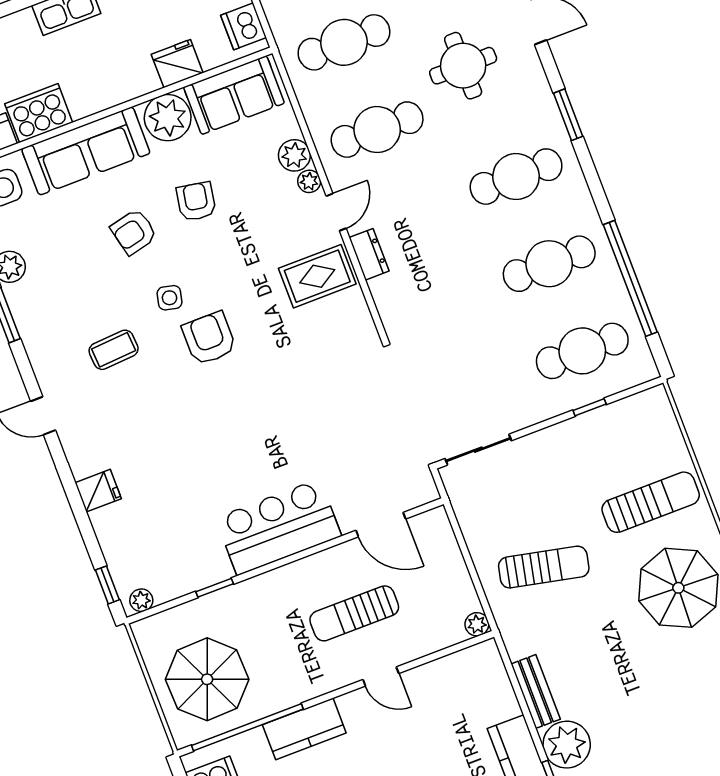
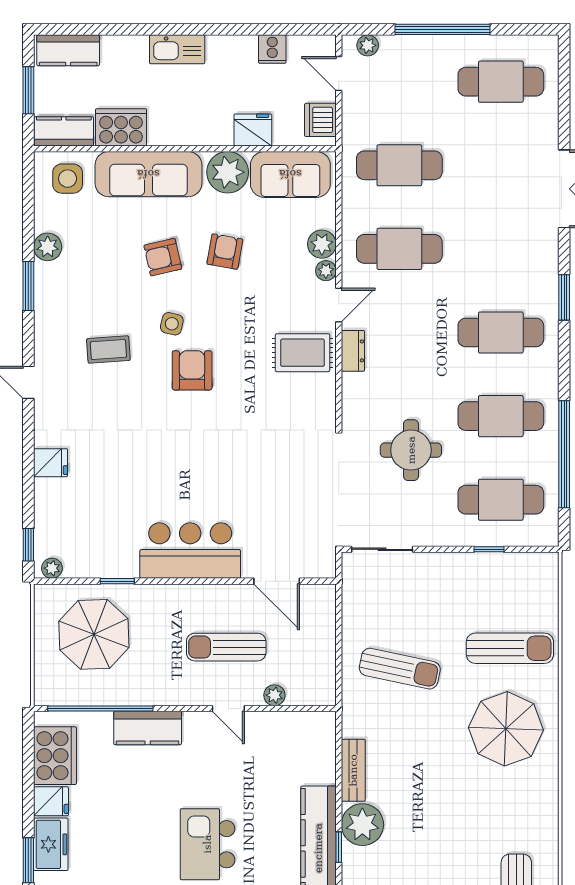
round table: (463, 66) -> (411, 450), moved
plant: (477, 624) -> (274, 695), moved
parasol: (207, 679) -> (94, 634), moved

